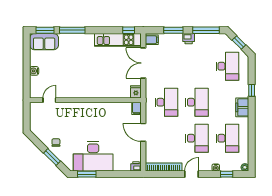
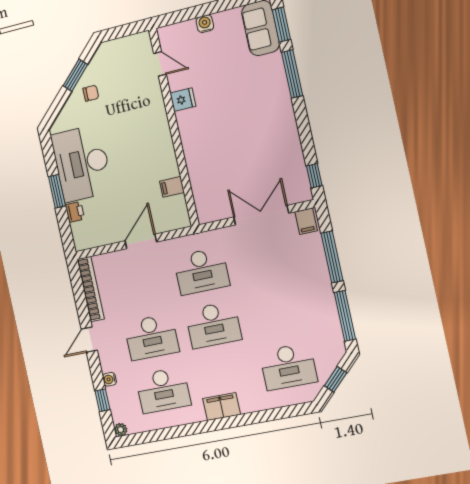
window: (173, 30) -> (332, 257), width x1.44
printer: (189, 39) -> (323, 287), removed
kitchen unit: (118, 40) -> (293, 160), removed
window: (252, 90) -> (255, 418), removed
fridge: (136, 92) -> (183, 100), moved
filing cabinet: (137, 108) -> (172, 187), moved
window: (52, 157) -> (75, 75), moved
printer: (136, 166) -> (75, 212), moved
window: (87, 174) -> (57, 191), moved
door: (191, 174) -> (89, 340), swing flipped

